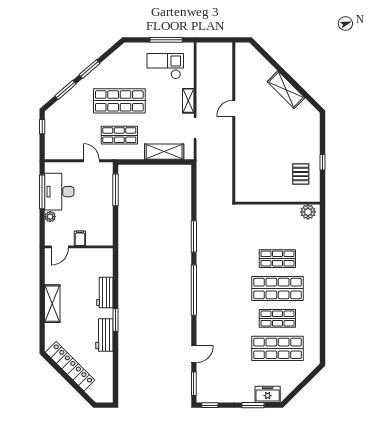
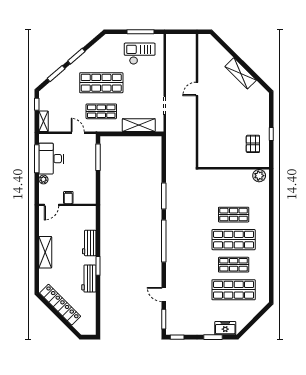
shelving: (188, 101) -> (44, 121), moved
door: (194, 354) -> (164, 294), swing flipped

